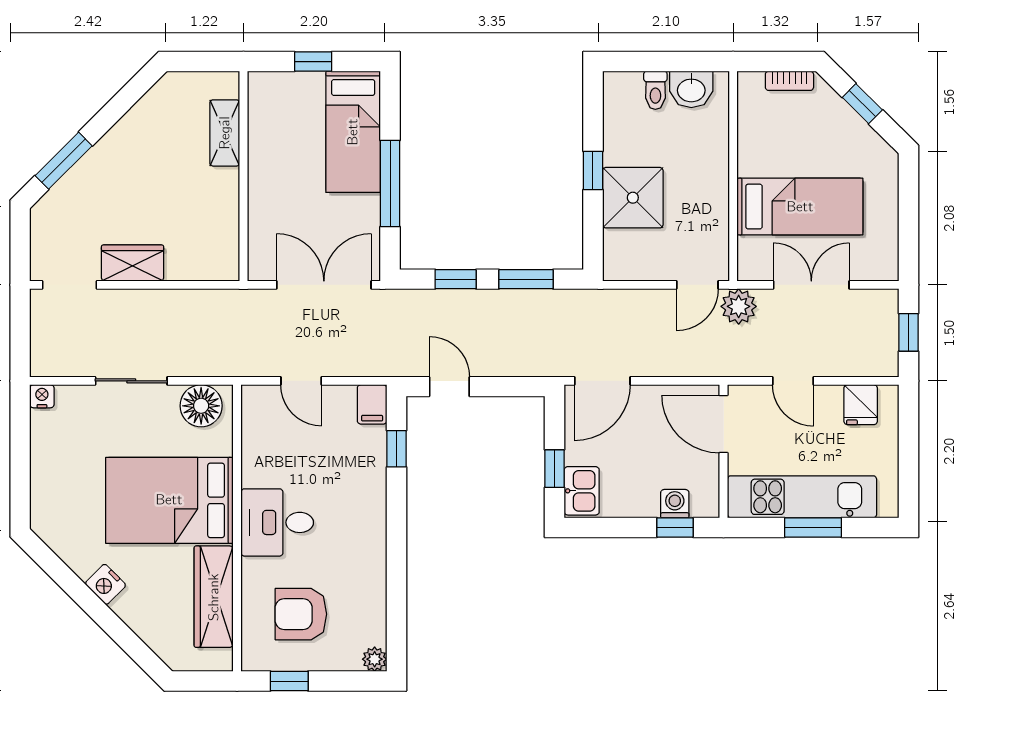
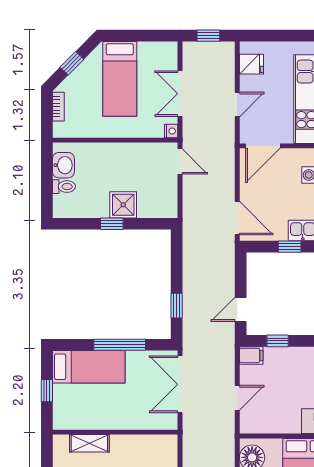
shower: (633, 198) -> (123, 205), width x0.73, depth x0.73
bed: (800, 207) -> (120, 79), moved, turned 180
nightstand: (749, 270) -> (171, 131), added
window: (526, 279) -> (177, 264), removed
plant: (739, 306) -> (193, 137), removed

